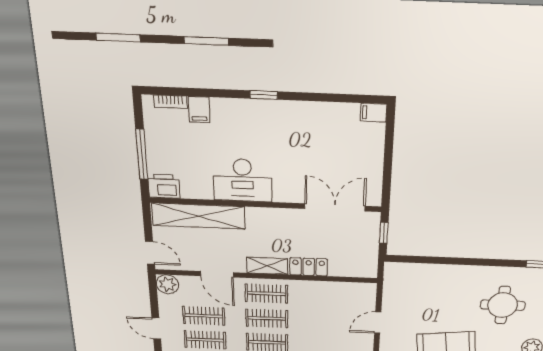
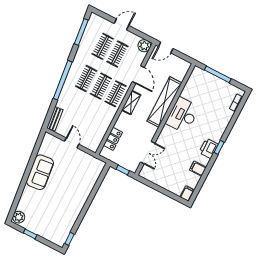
filing cabinet: (199, 110) -> (198, 169), moved
printer: (164, 186) -> (209, 148), moved, turned 180
double door: (335, 207) -> (148, 153), width x0.73
shelving: (198, 216) -> (164, 102), moved
locker: (309, 267) -> (113, 139), moved
door: (217, 274) -> (138, 74), swing flipped
round table: (503, 305) -> (53, 212), removed

